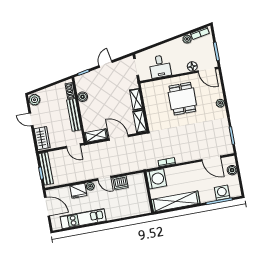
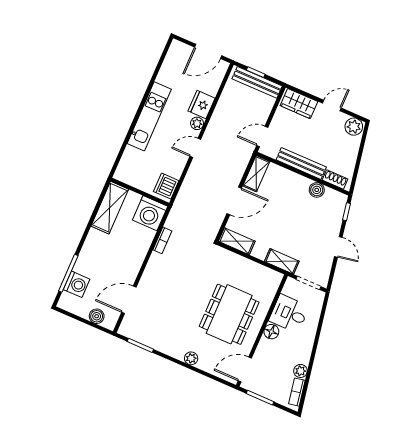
floor lamp: (192, 66) -> (271, 332), moved
shelving: (136, 99) -> (282, 261), moved
dining table: (182, 99) -> (229, 314), width x1.37
dishwasher: (121, 183) -> (166, 186), moved
shelving: (176, 201) -> (110, 208), width x0.68
kitchen unit: (83, 219) -> (149, 116), moved

